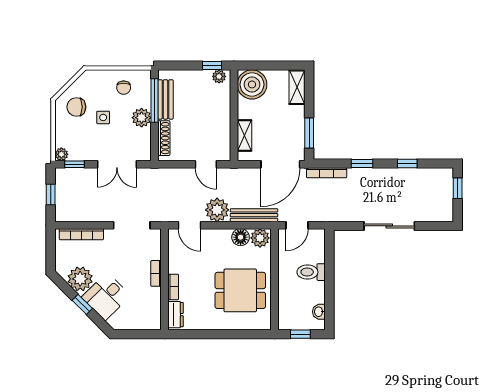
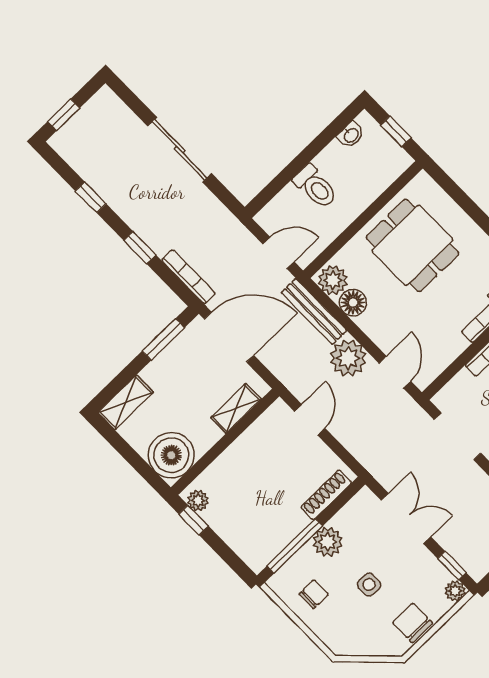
bench: (165, 99) -> (282, 535), removed
chair: (76, 107) -> (413, 623), moved, turned 180

